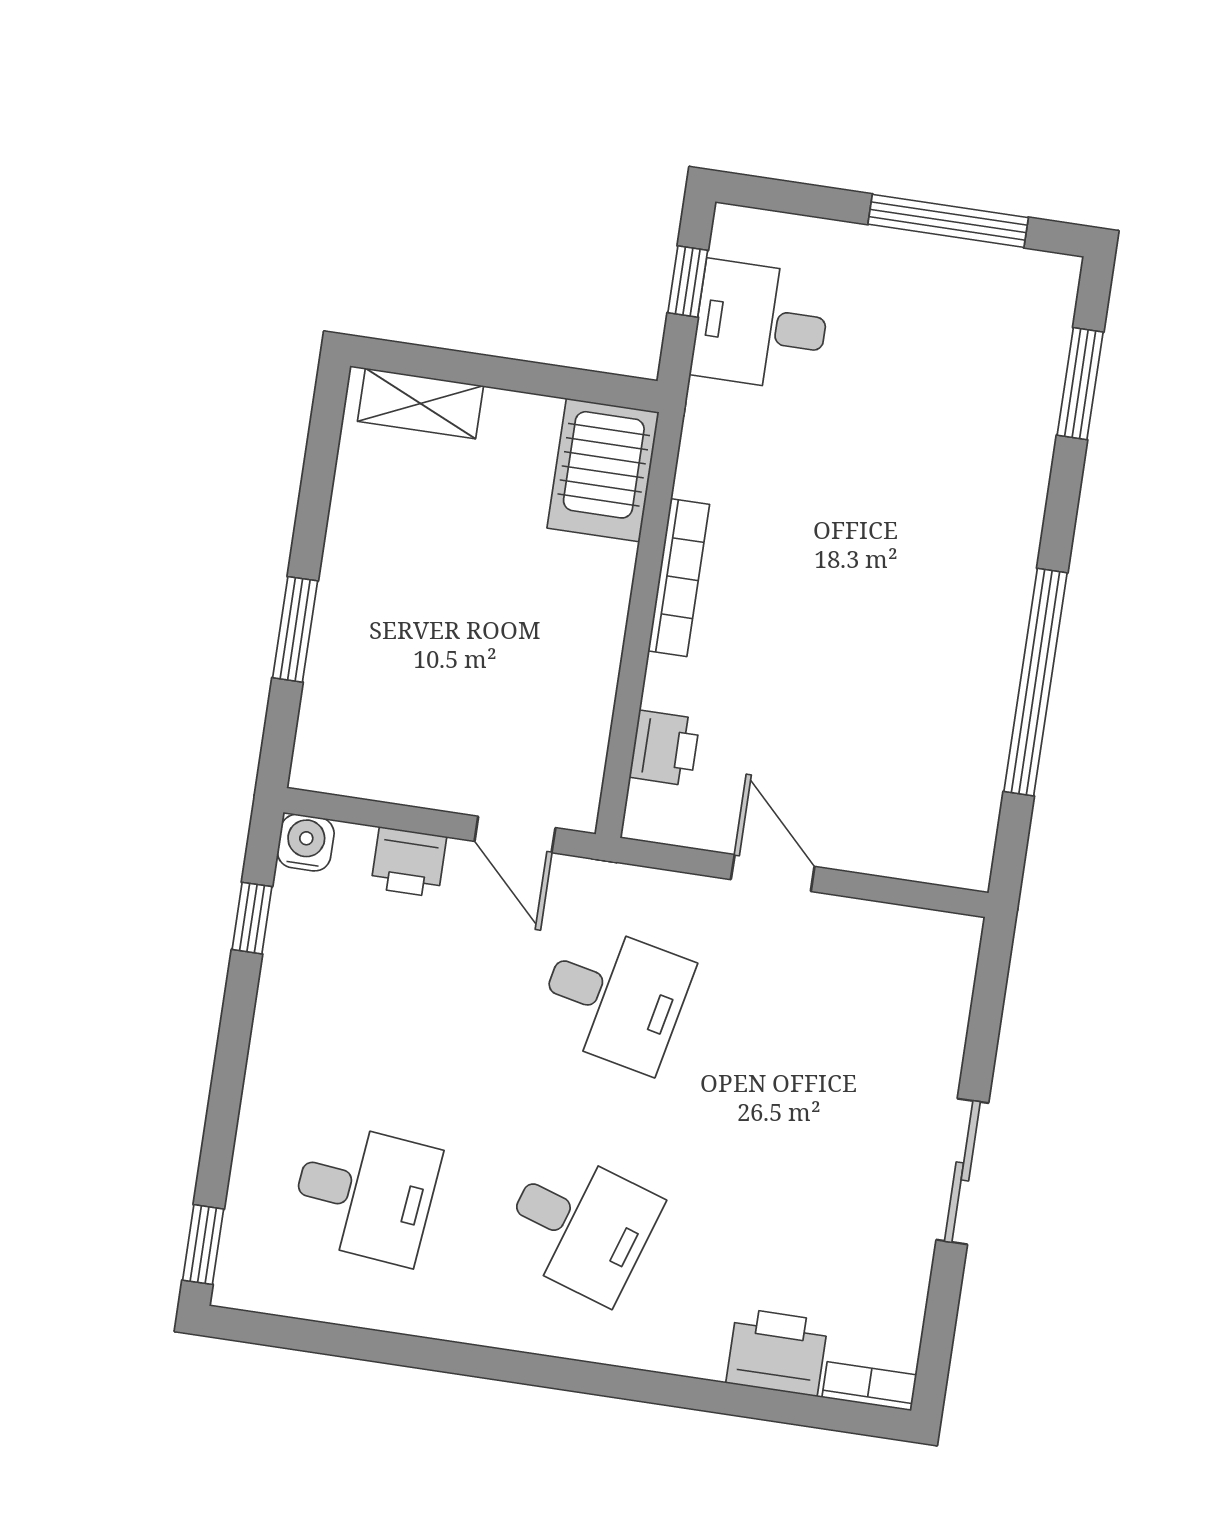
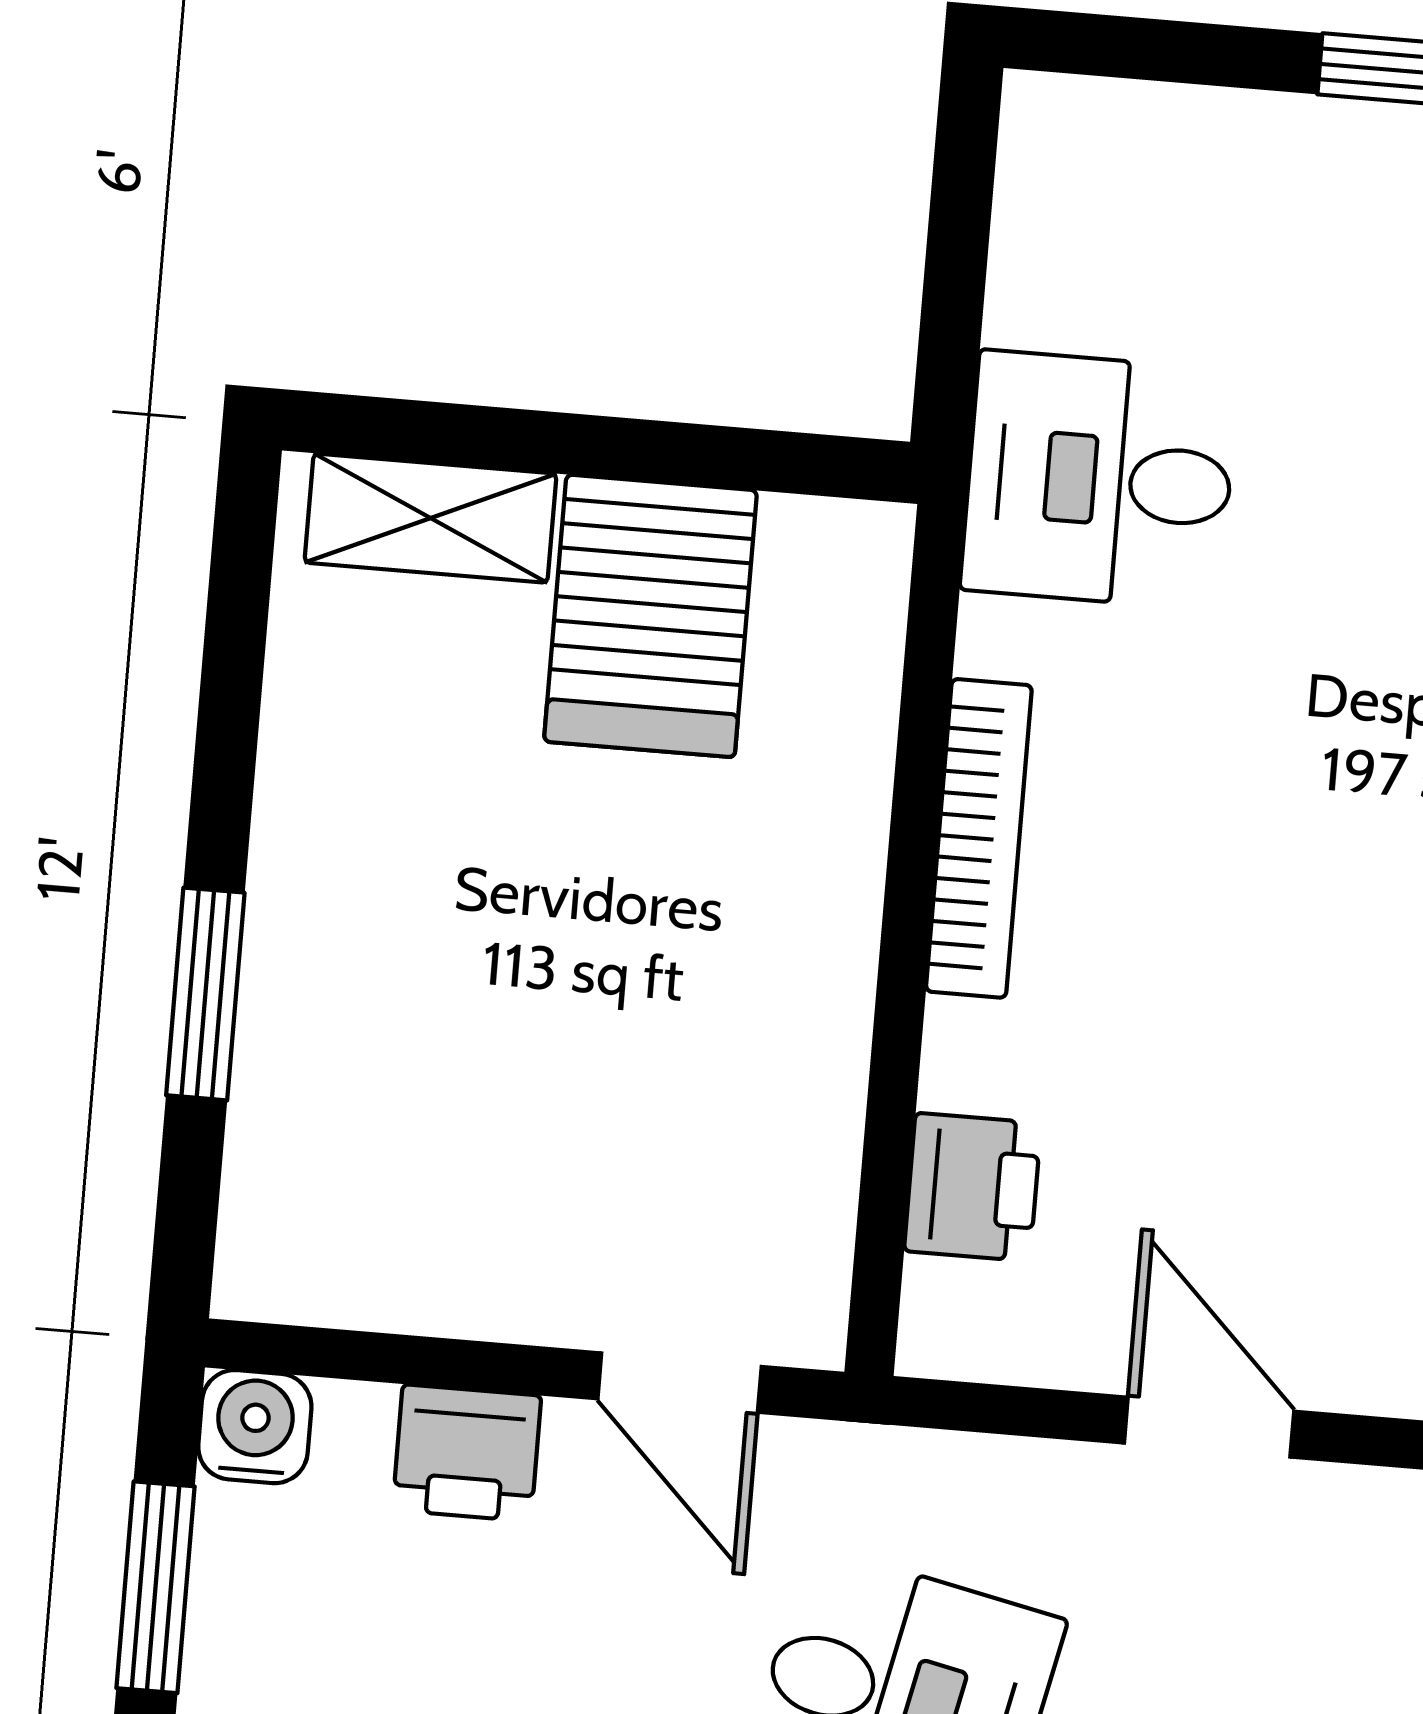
window: (688, 282) -> (958, 235), removed
desk: (761, 326) -> (1099, 480), moved
server rack: (603, 470) -> (651, 616), moved
window: (252, 918) -> (156, 1587), width x1.50

